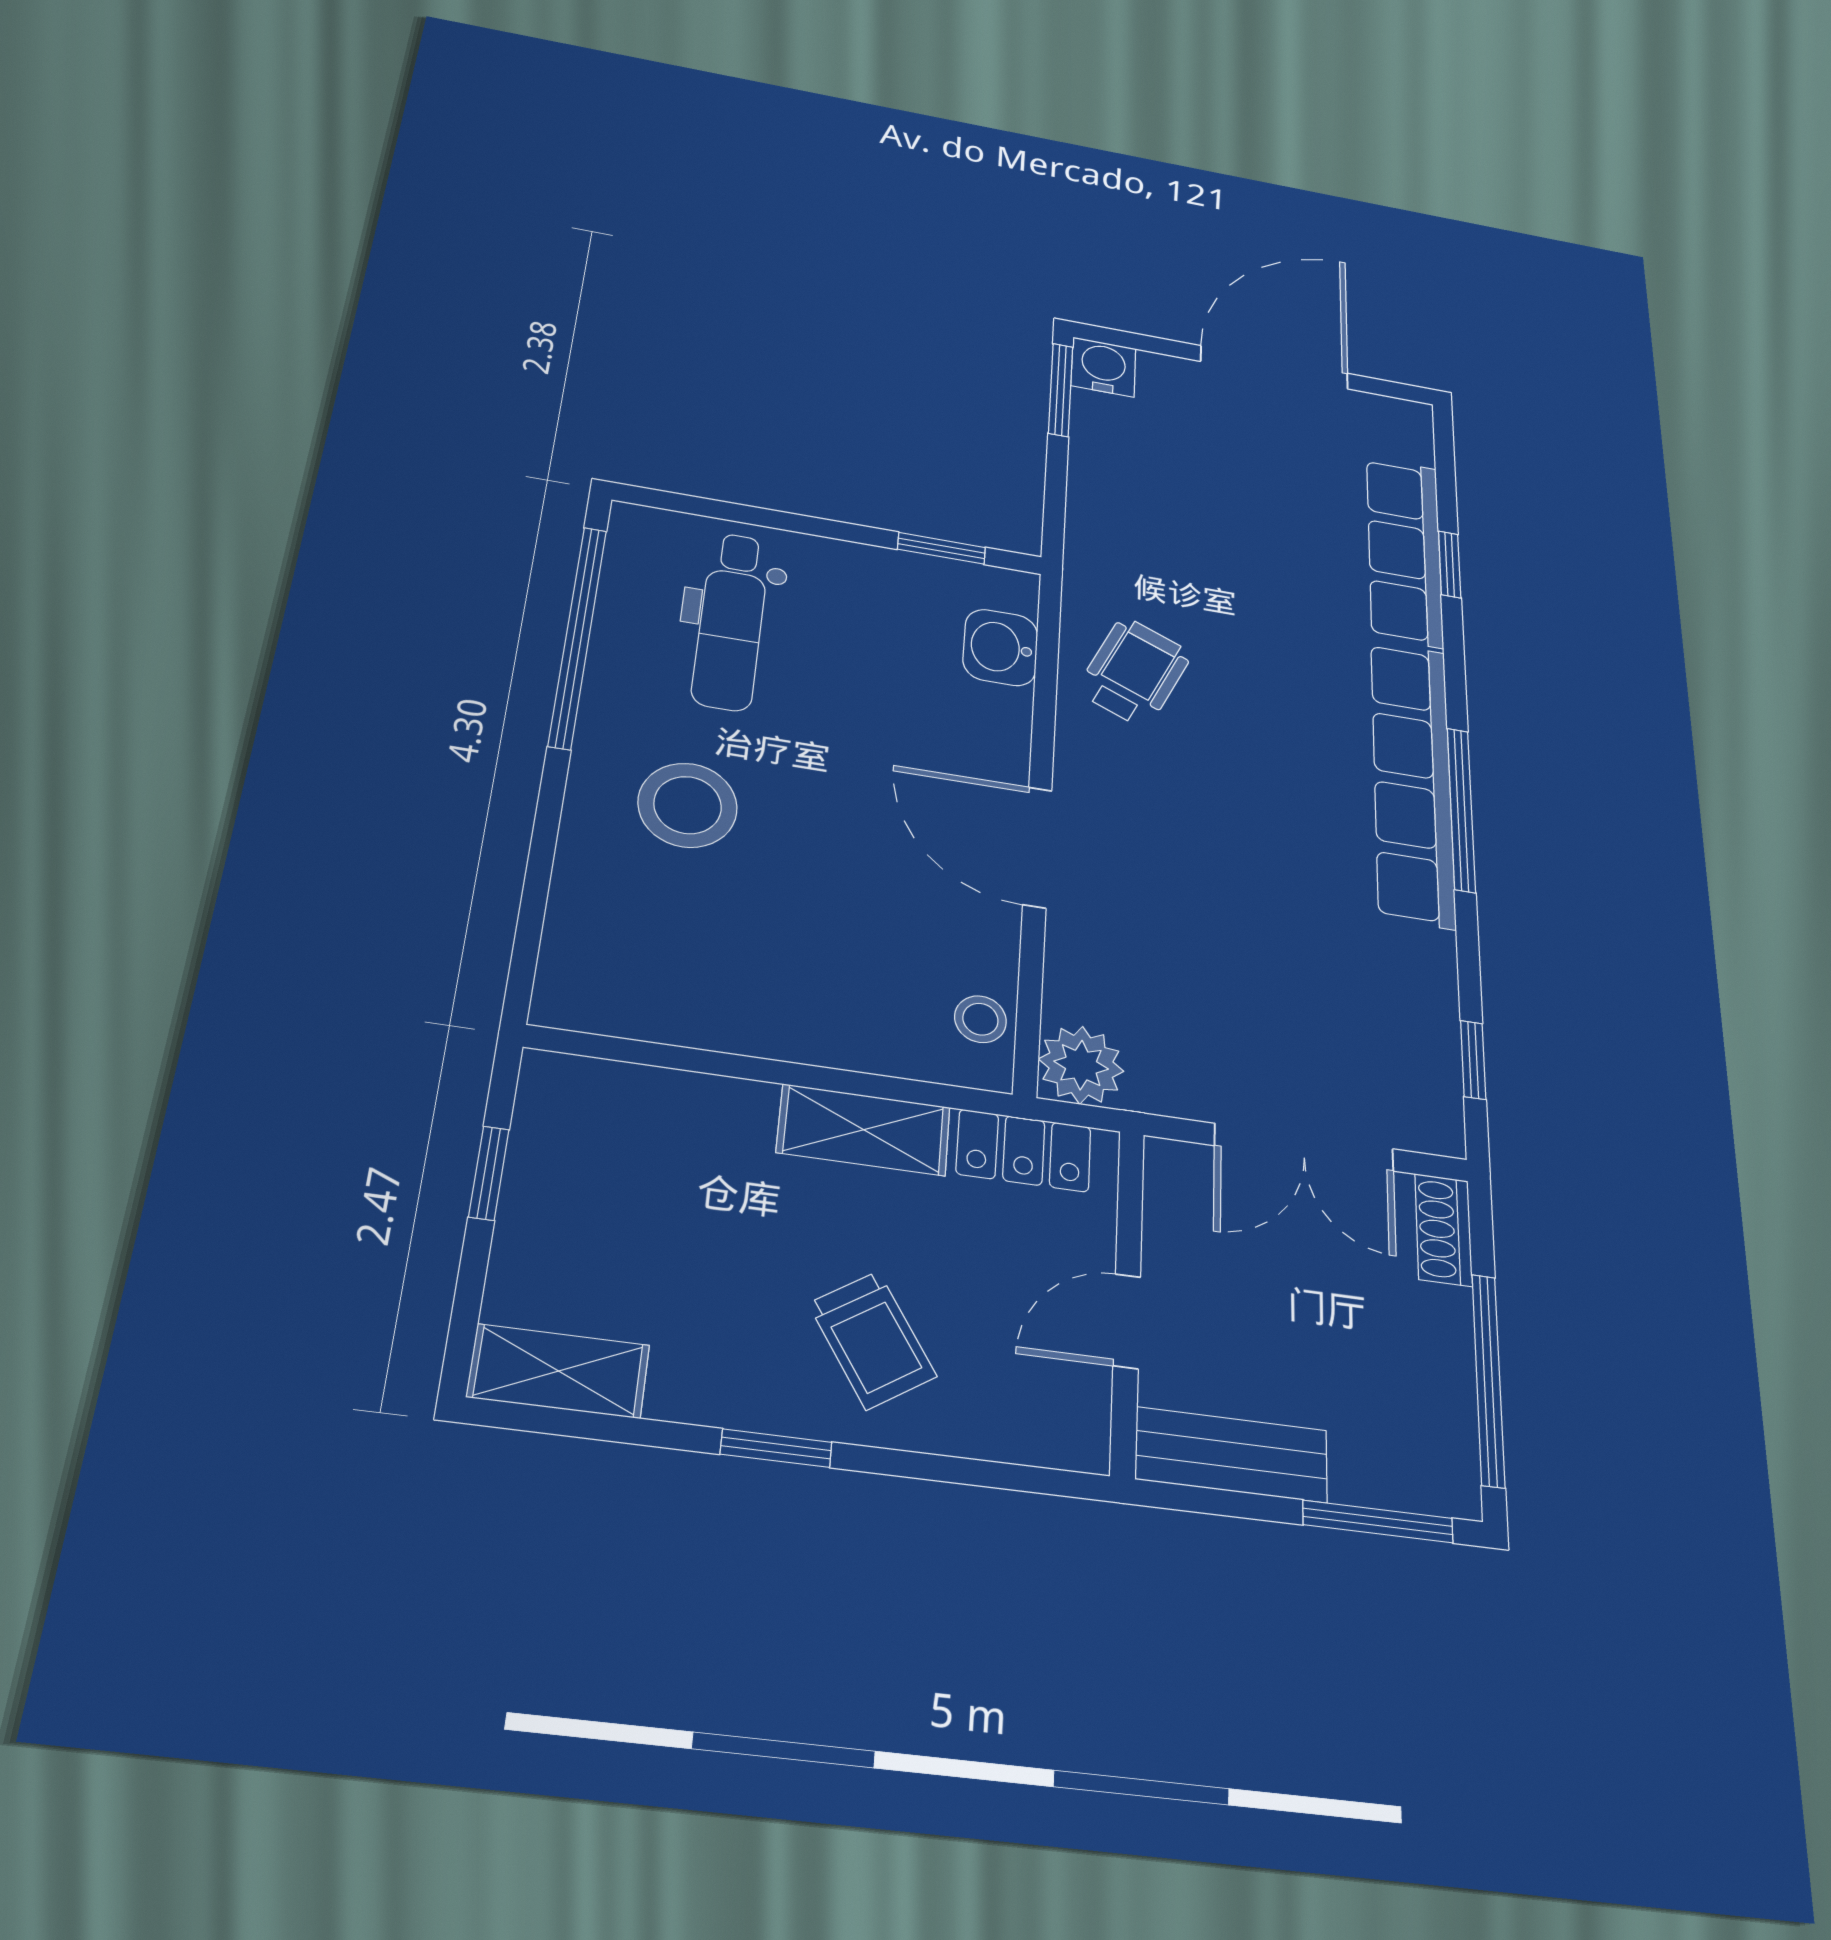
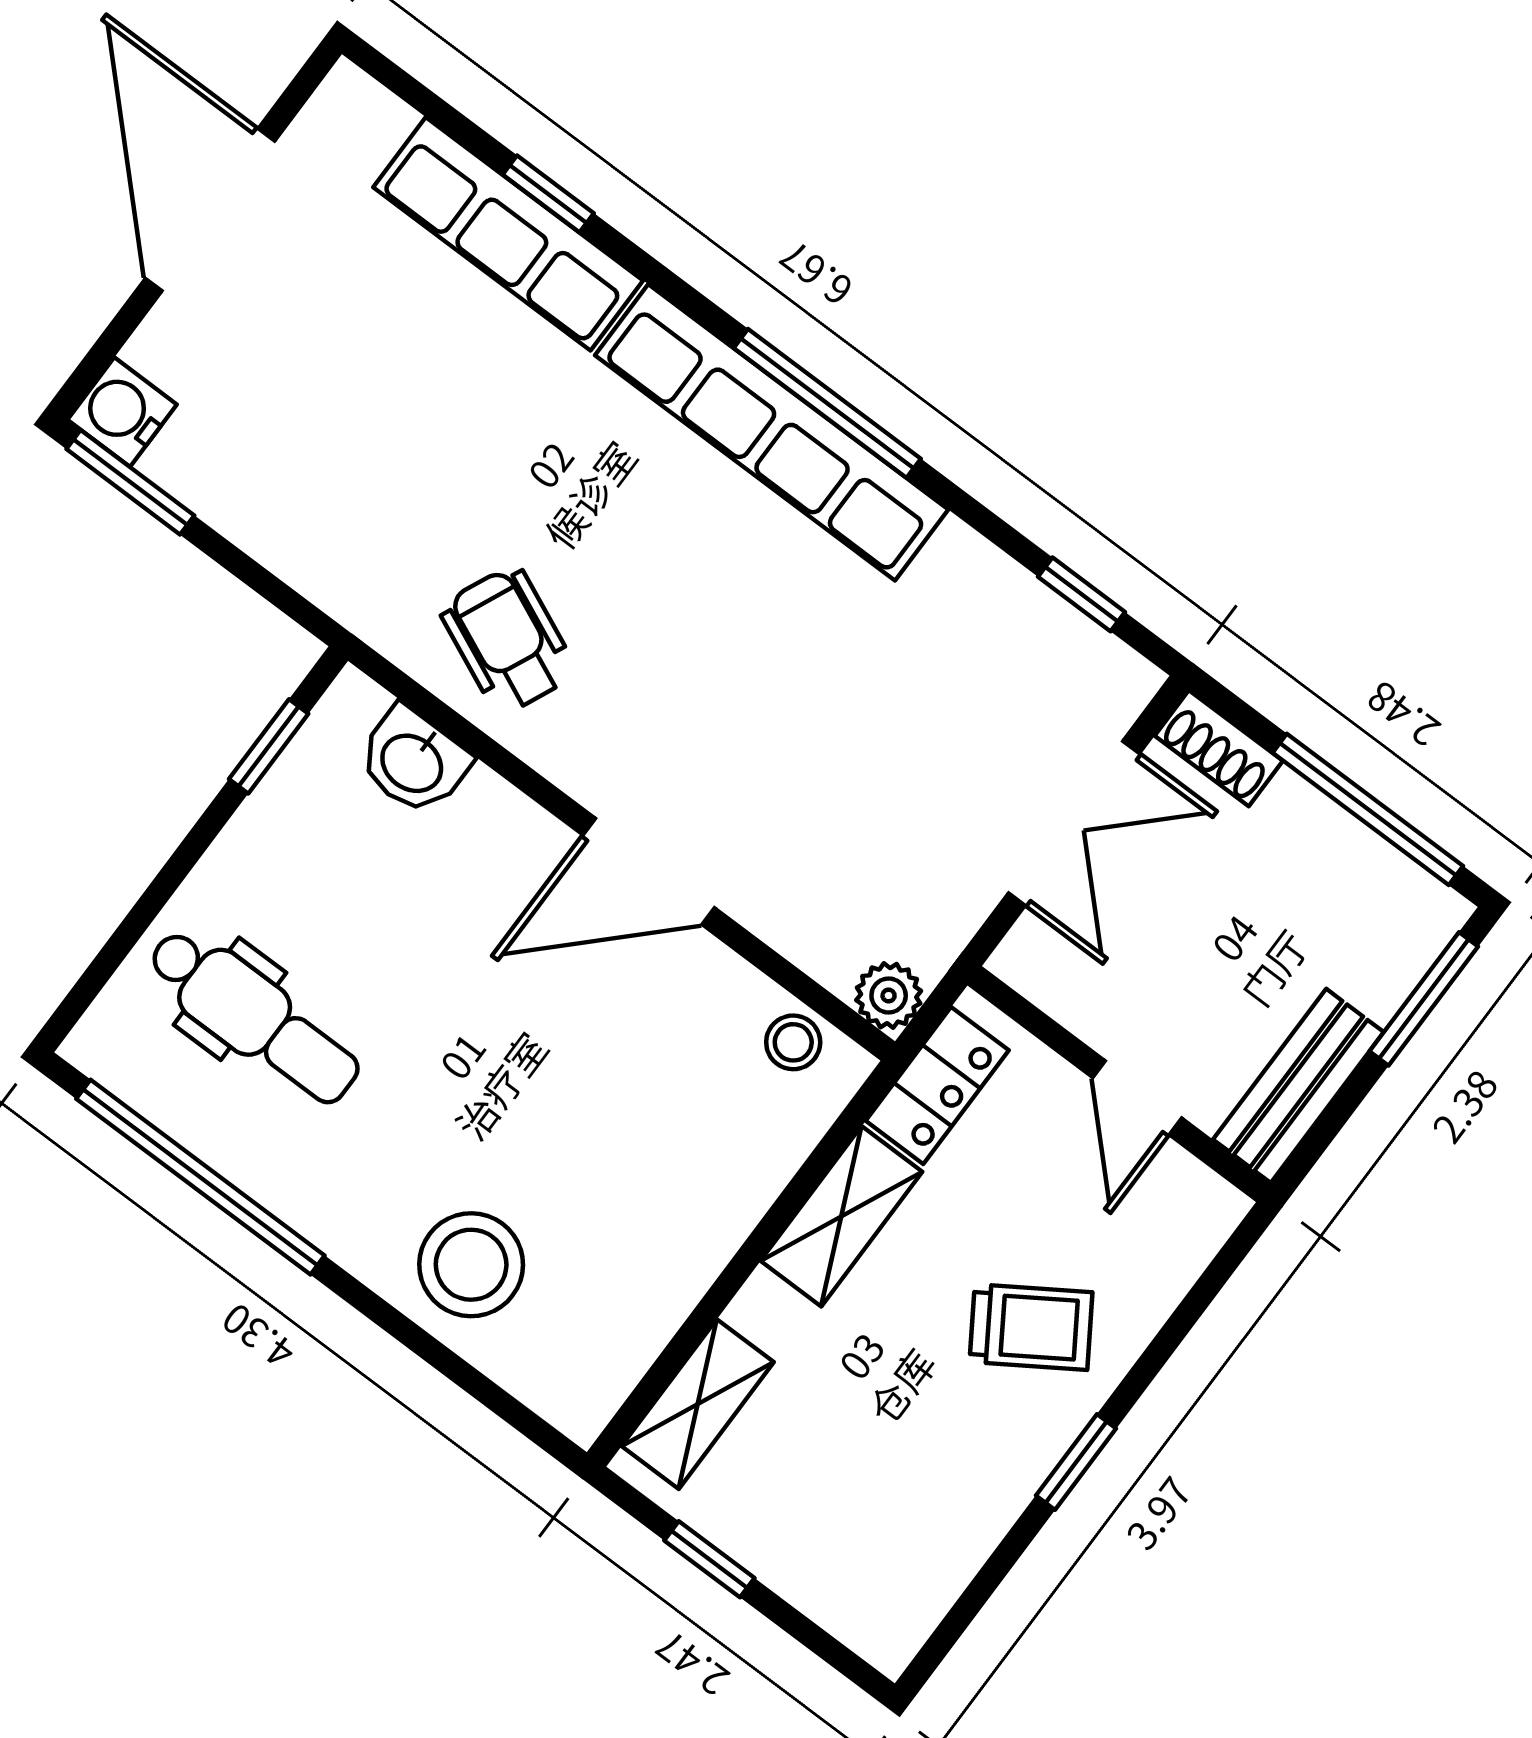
stool: (688, 805) -> (471, 1265), moved
plant: (1081, 1065) -> (889, 996), width x0.73, depth x0.73
shelving: (559, 1371) -> (698, 1404), moved

